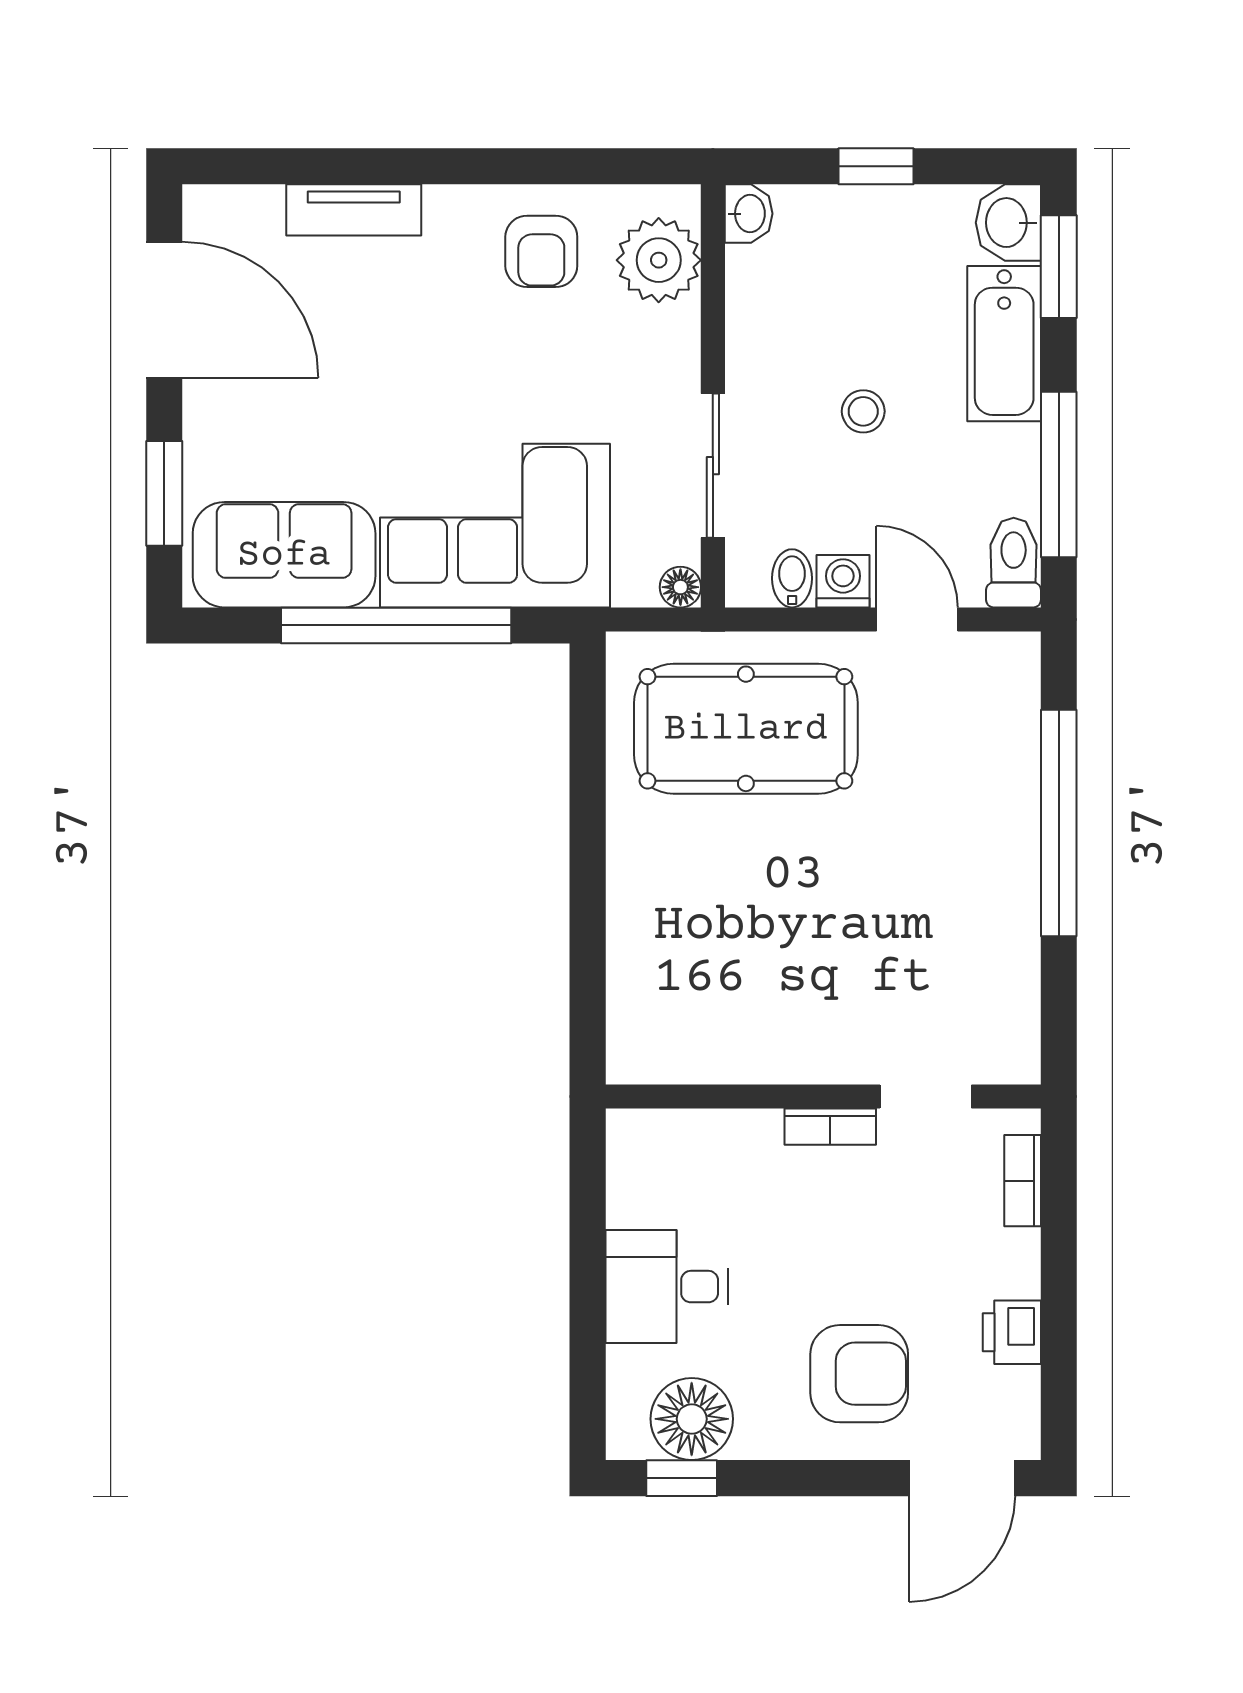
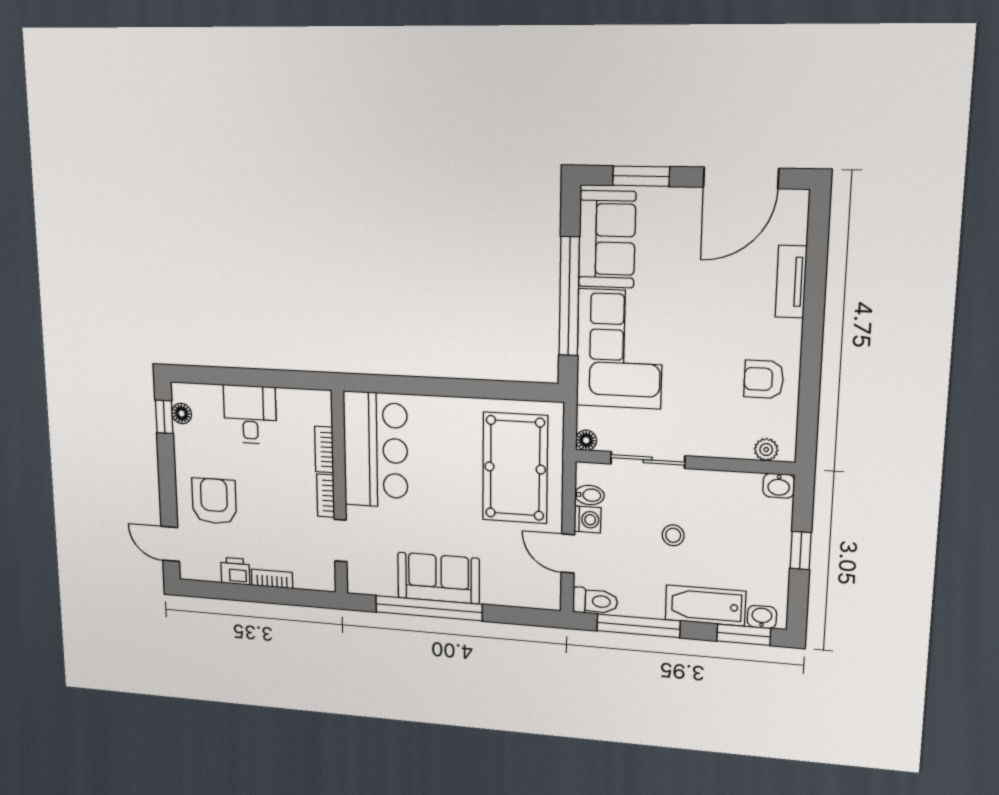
washbasin: (1008, 223) -> (762, 617), width x0.72, depth x0.69
plant: (659, 260) -> (766, 450), width x0.53, depth x0.53
door: (917, 619) -> (568, 554), swing flipped
window: (1059, 823) -> (429, 608), moved
sofa: (991, 887) -> (438, 578), added
bar counter: (726, 1018) -> (376, 450), added
bookcase: (732, 1128) -> (324, 449), added
bookcase: (1023, 1181) -> (272, 579), moved
armchair: (859, 1374) -> (214, 501), turned 180
floor lamp: (692, 1419) -> (182, 413), width x0.53, depth x0.53
door: (962, 1478) -> (170, 544), width x0.73

